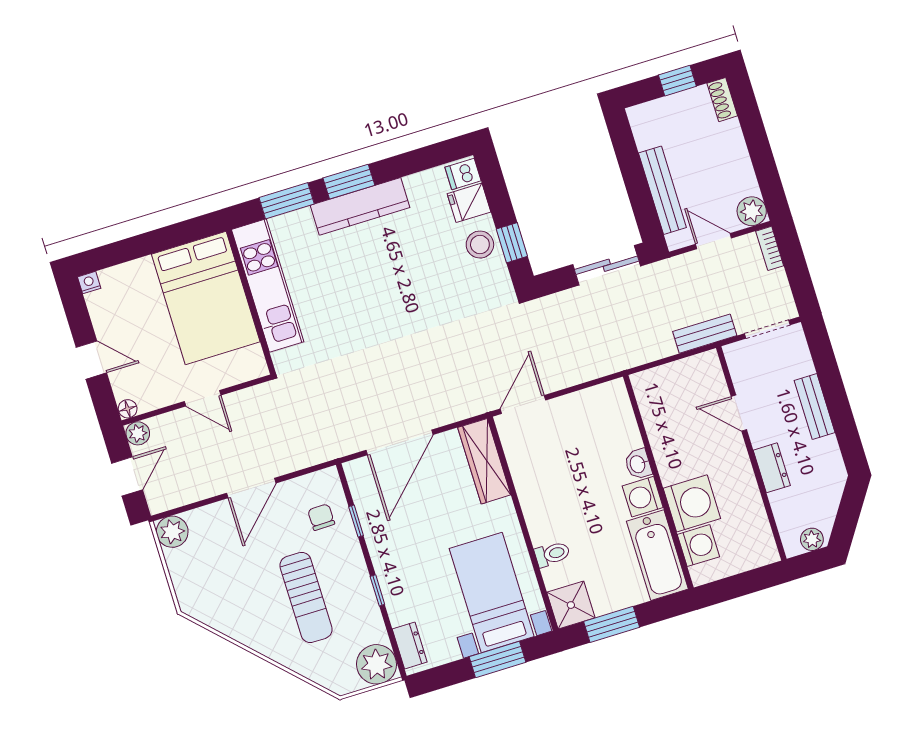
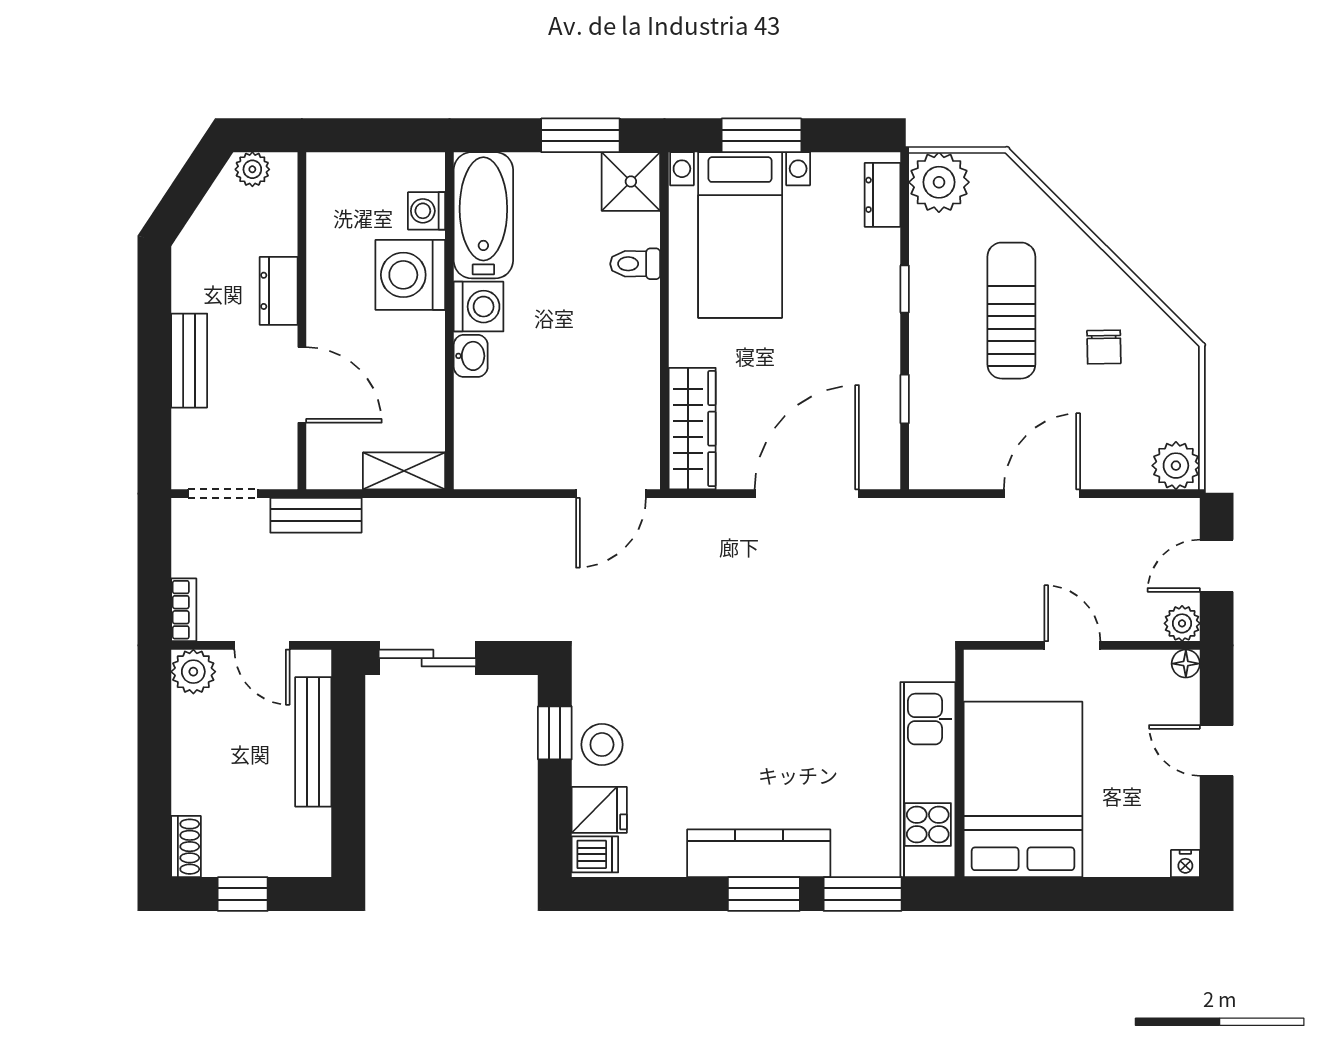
shelving: (658, 379) -> (404, 471), added
door: (739, 413) -> (302, 385), width x1.38
chair: (321, 517) -> (1104, 347), moved
washing machine: (698, 546) -> (427, 211), width x0.73, depth x0.73

